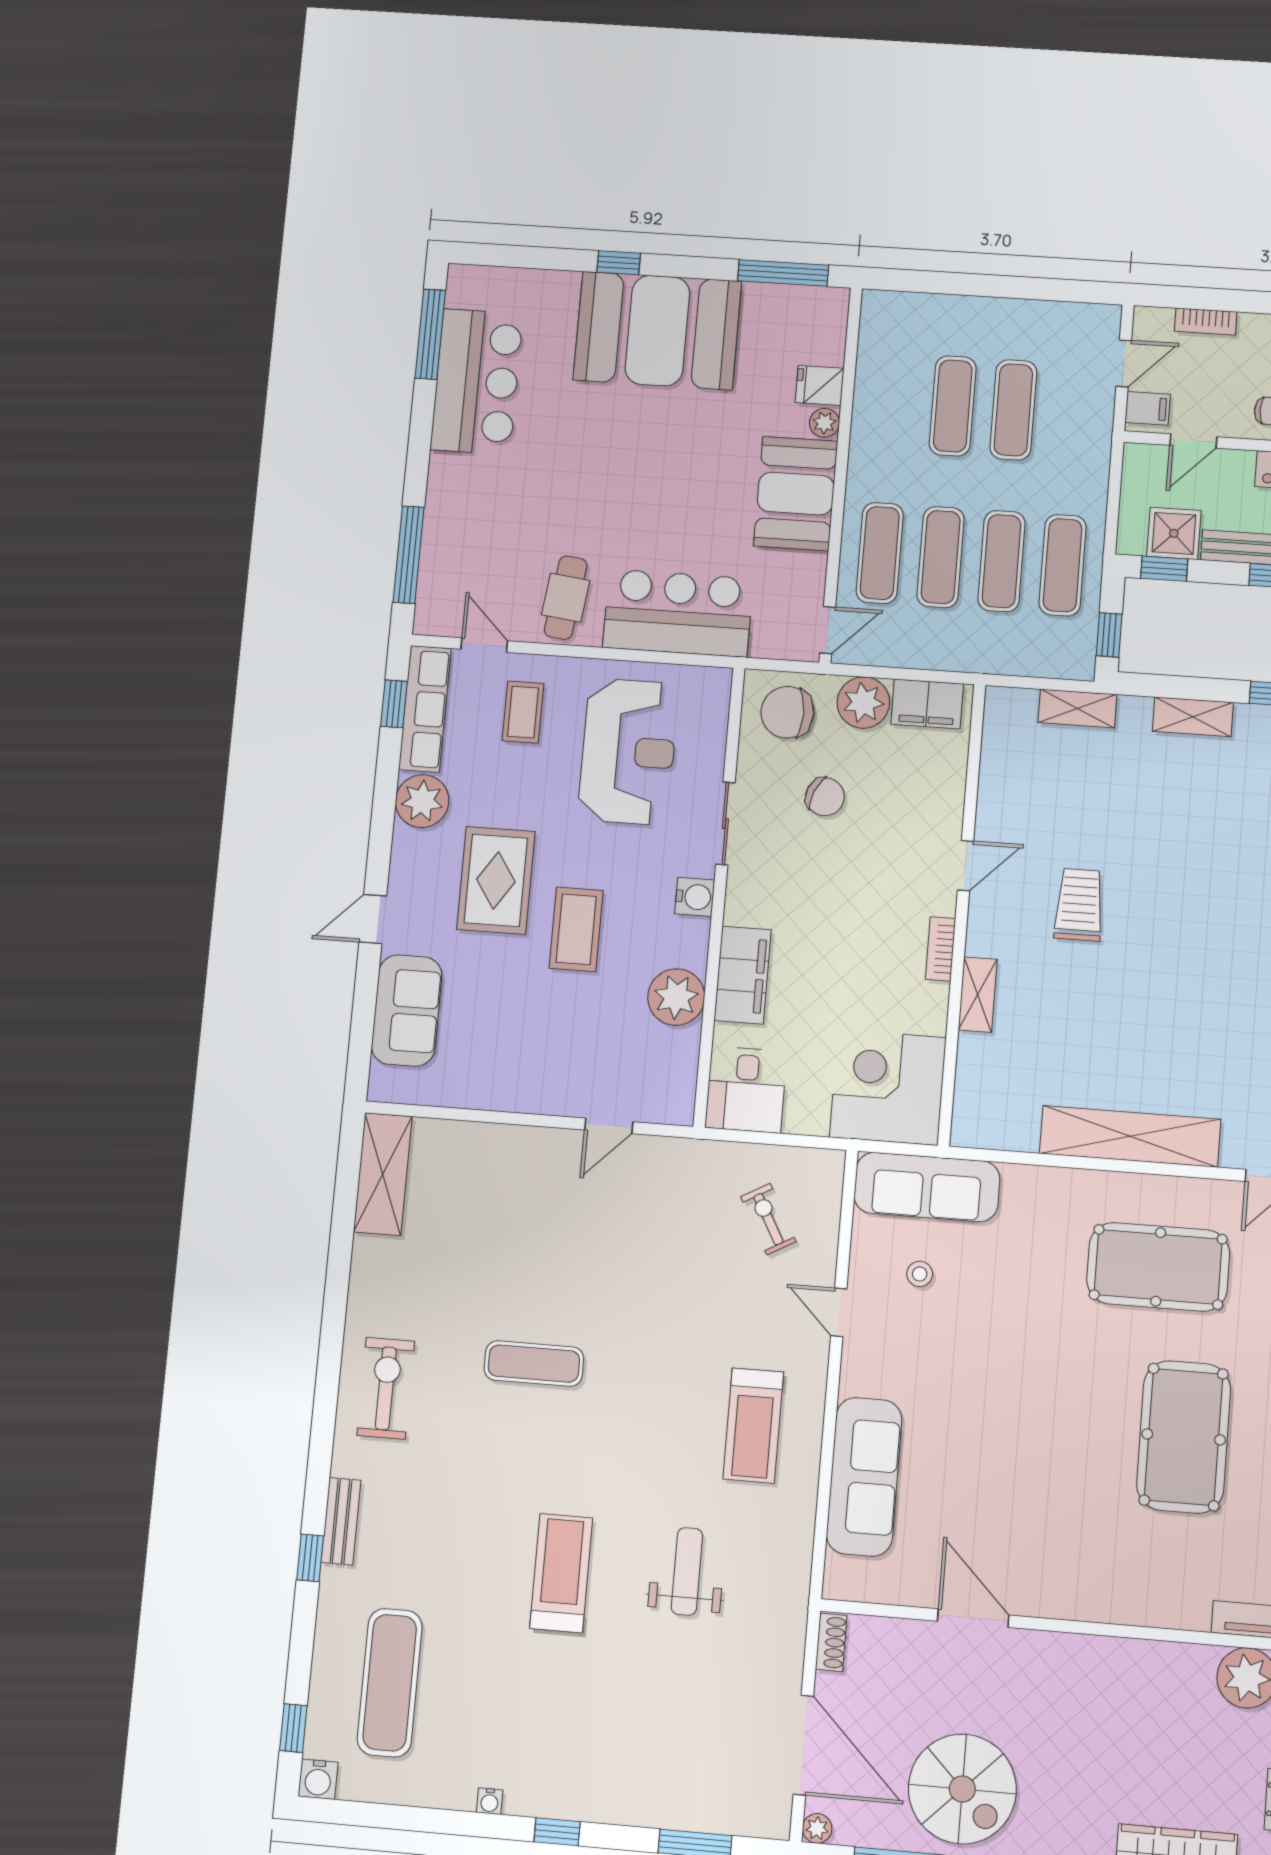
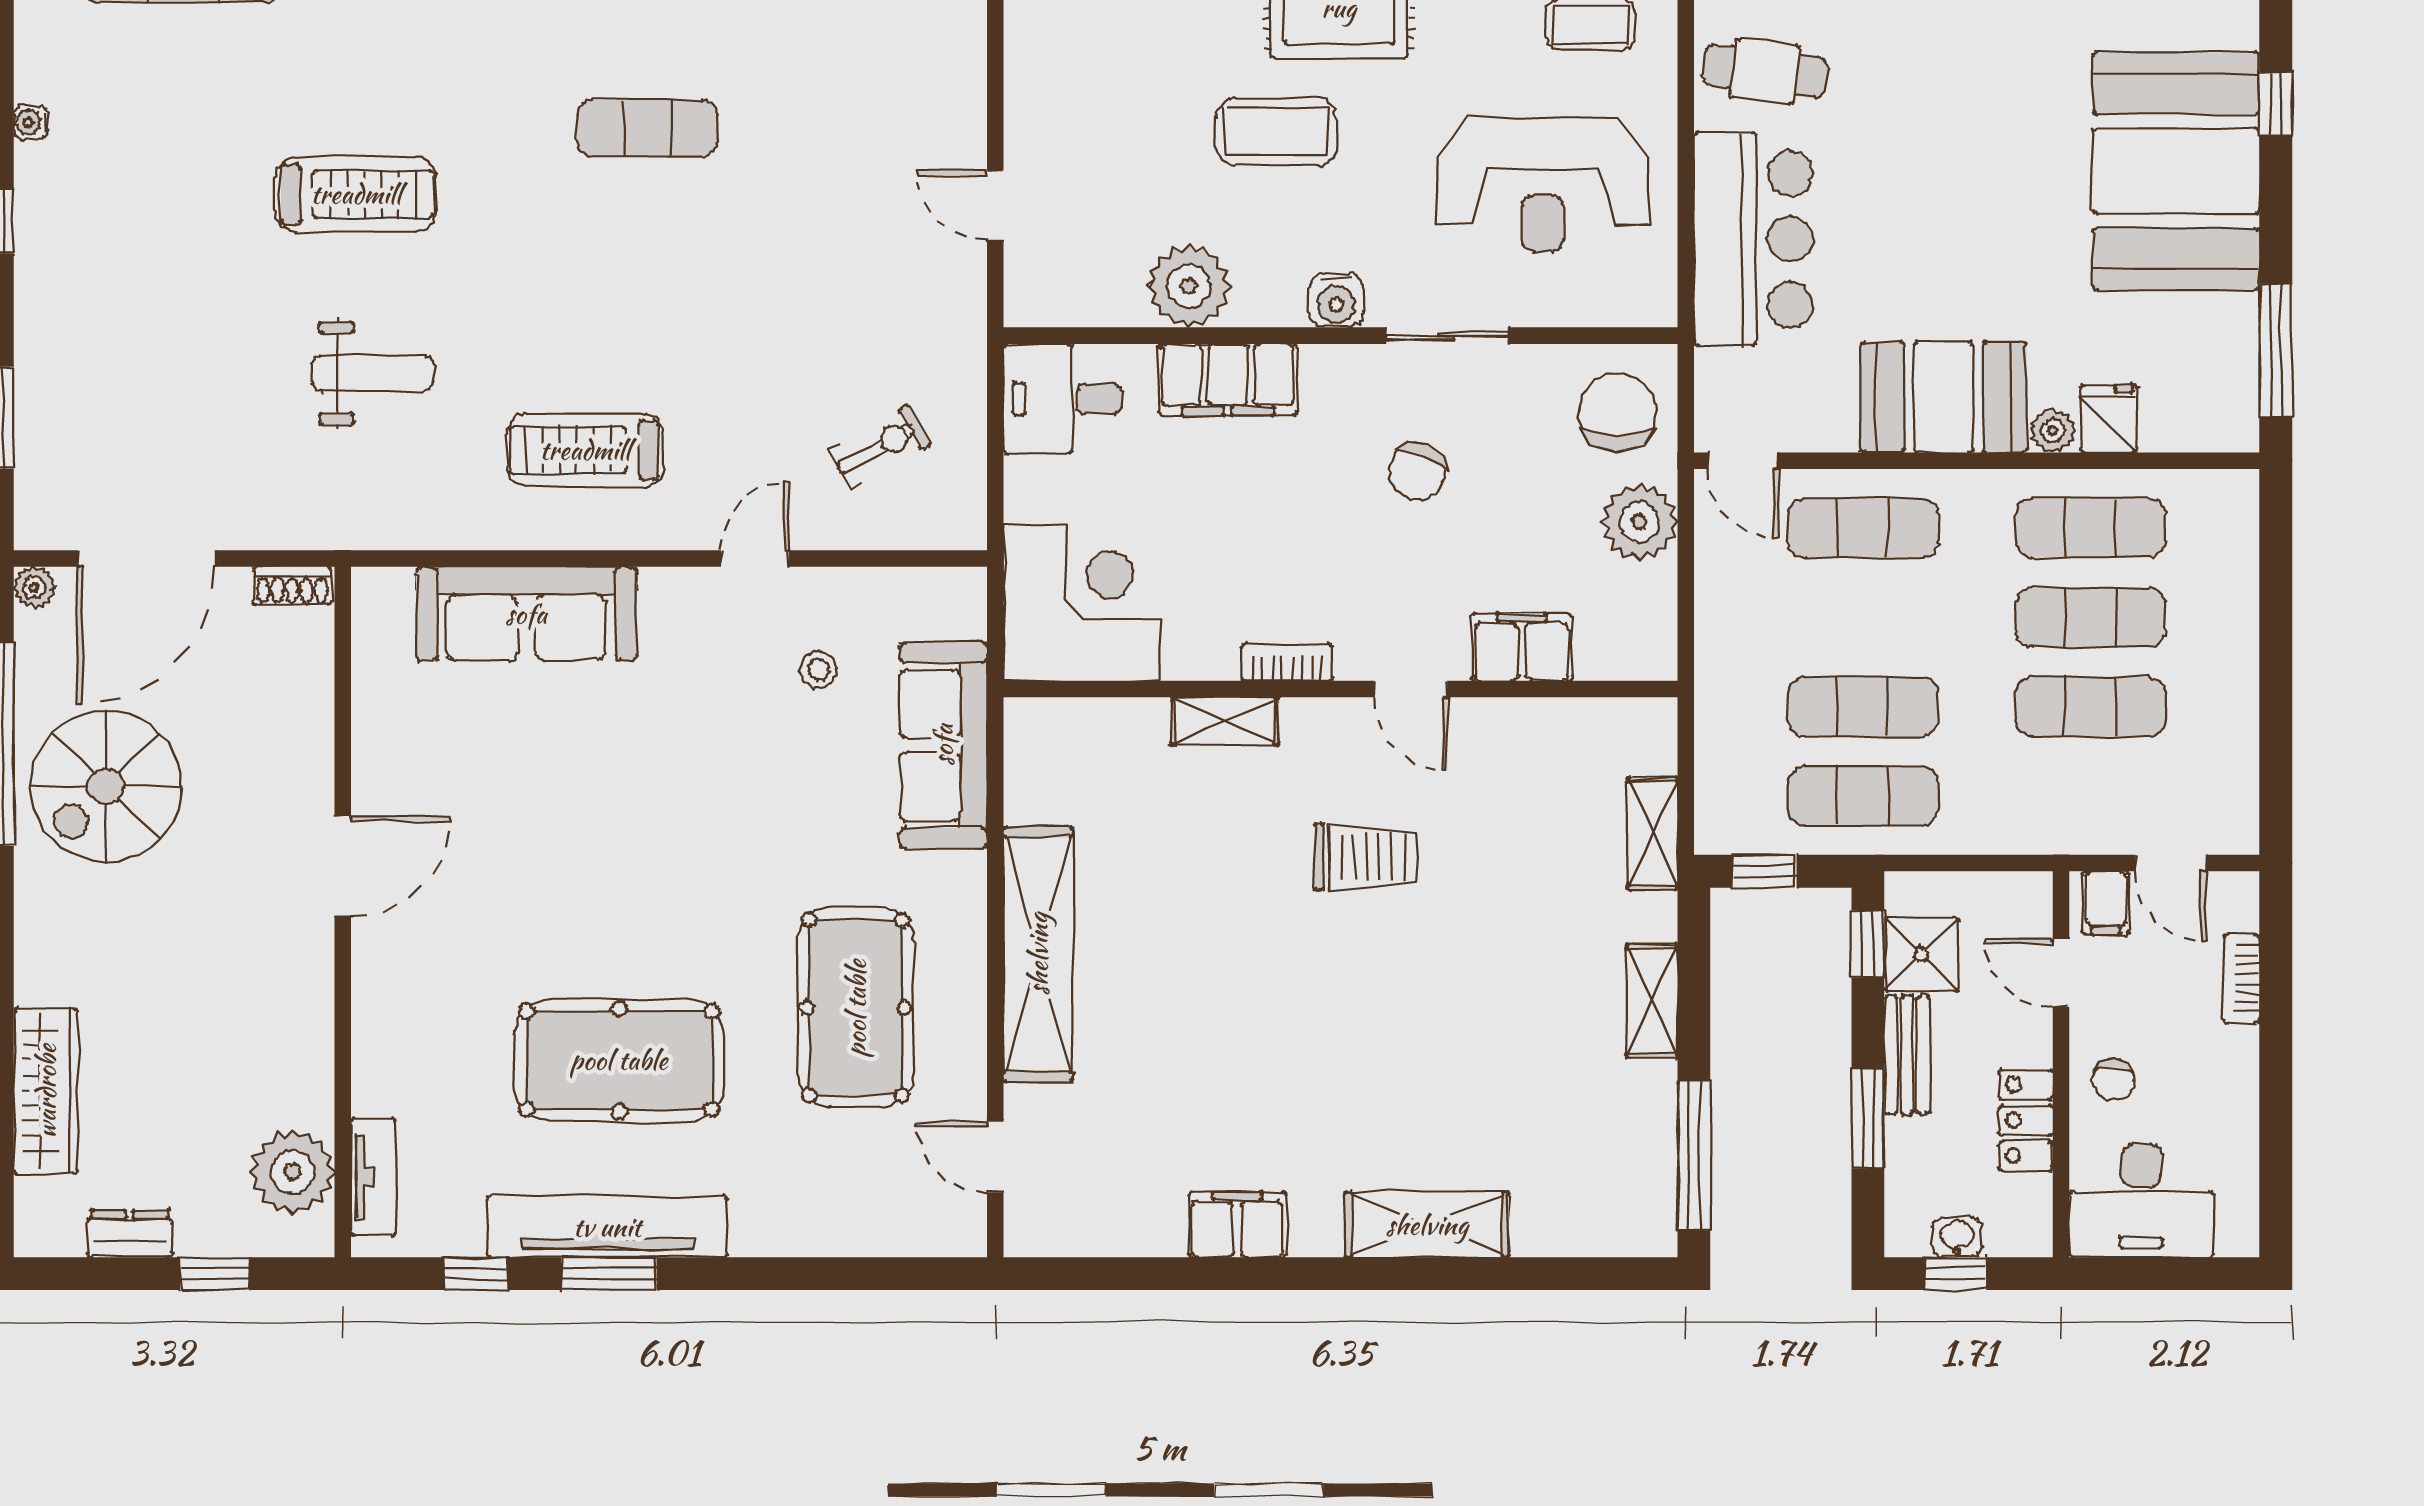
exercise mat: (941, 557) -> (2090, 528), moved
filing cabinet: (927, 704) -> (1522, 647), moved, turned 90
chair: (825, 797) -> (1417, 471), moved
sofa: (927, 1187) -> (943, 745), moved
exercise mat: (534, 1364) -> (647, 128), turned 90
door: (973, 1618) -> (343, 866), moved

